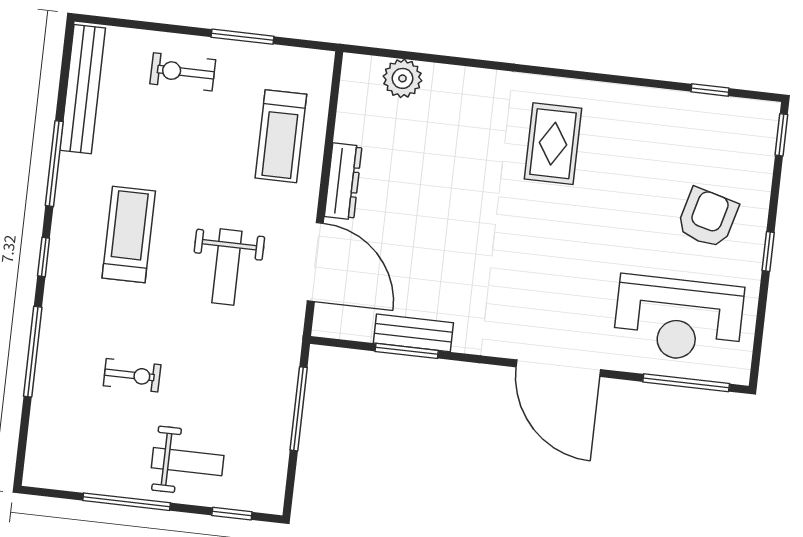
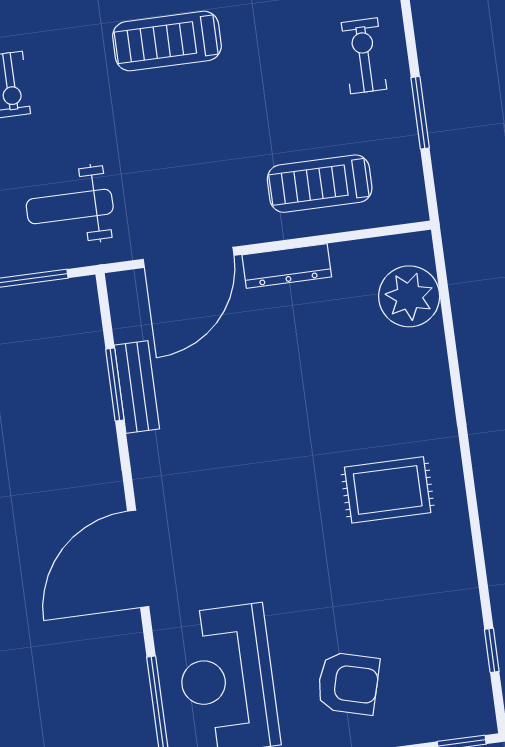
plant: (402, 78) -> (409, 296), width x1.36, depth x1.36
treadmill: (129, 234) -> (167, 41), turned 180
weight bench: (227, 267) -> (70, 206), moved

